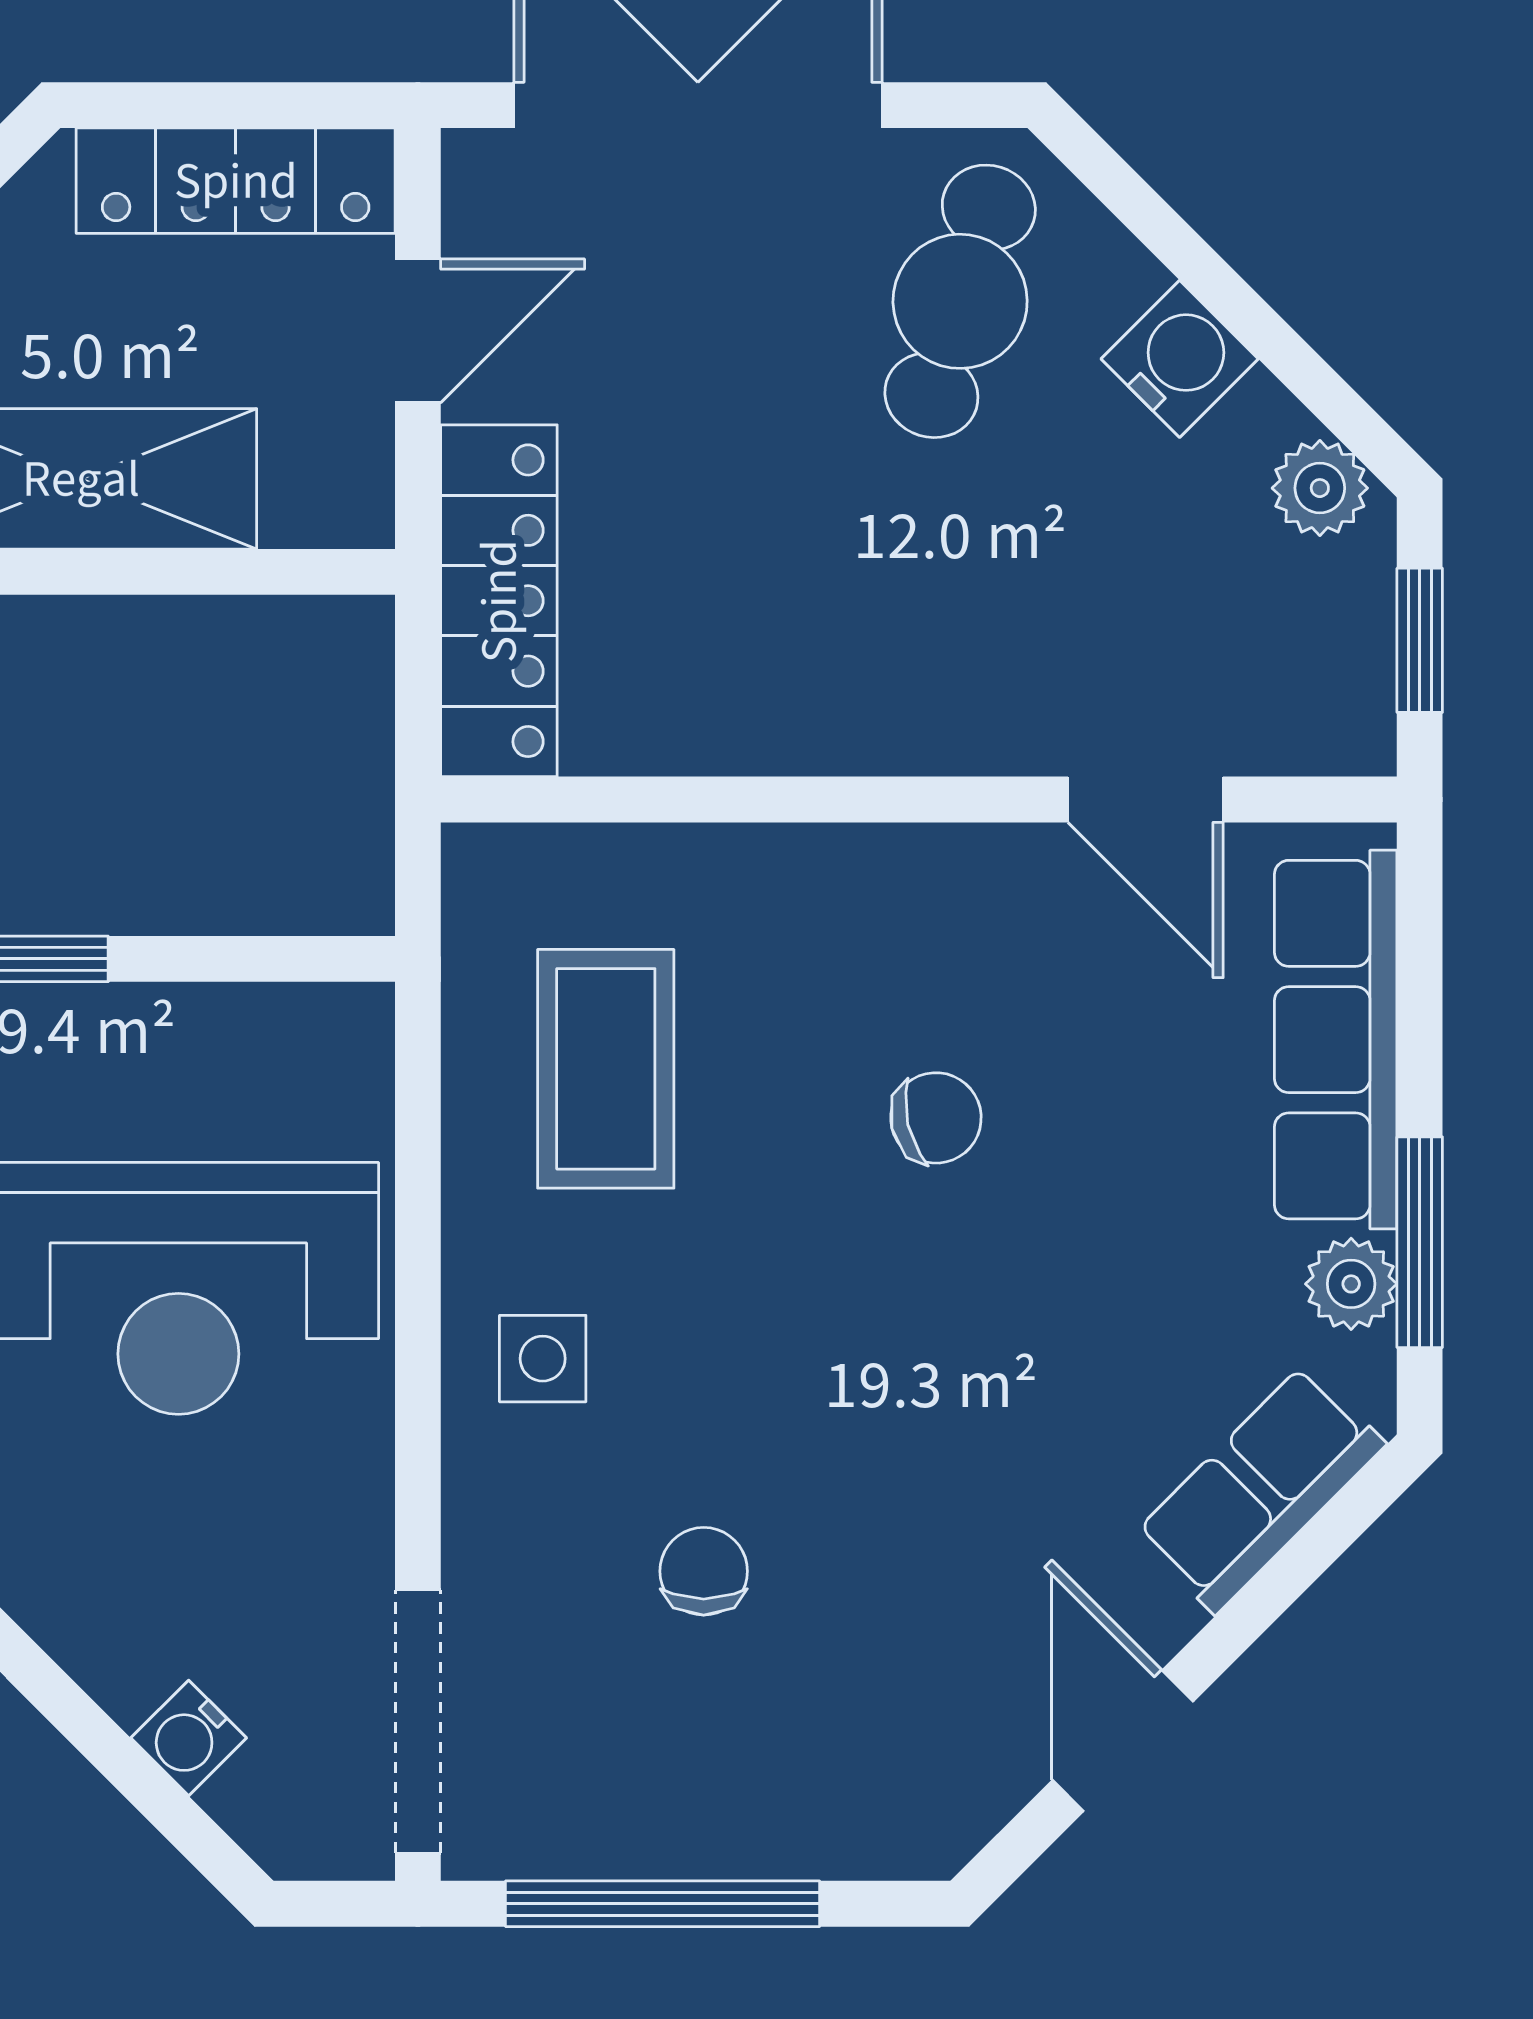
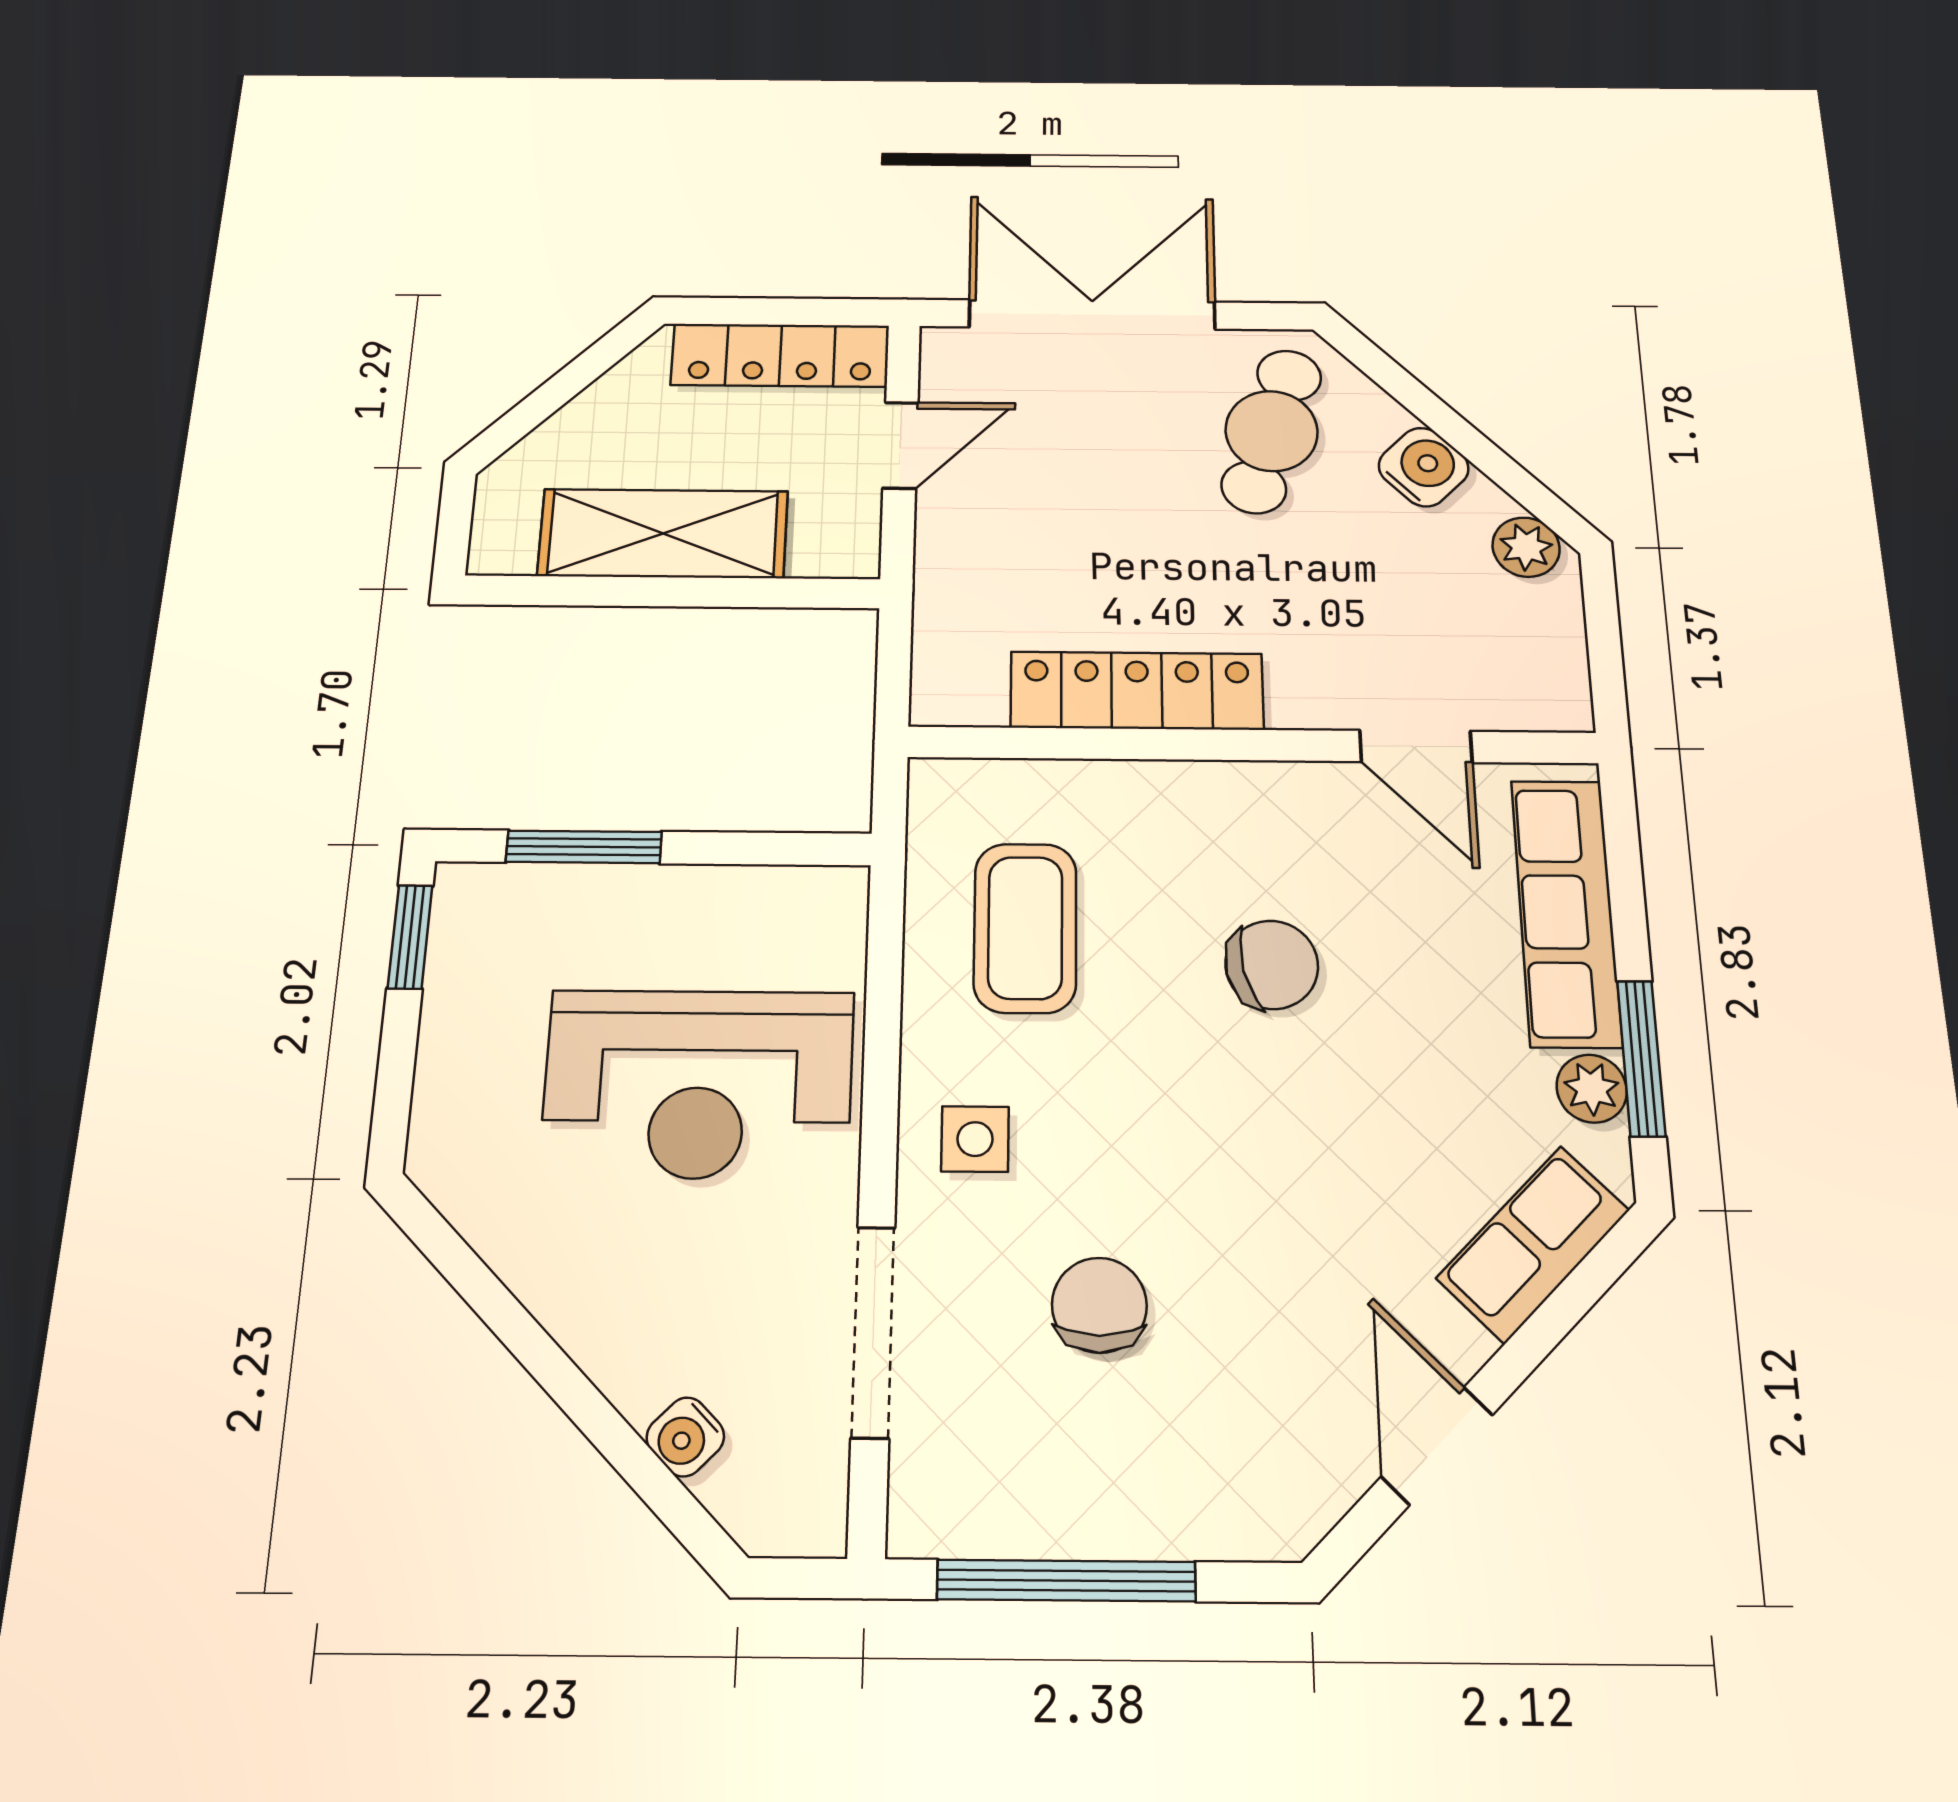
locker: (499, 601) -> (1137, 690), moved, turned -90
window: (1420, 640) -> (1604, 644), removed
chair: (936, 1118) -> (1272, 965), width x1.37, depth x1.37
chair: (704, 1571) -> (1099, 1305), width x1.37, depth x1.37
doorway: (418, 1721) -> (873, 1331), moved

